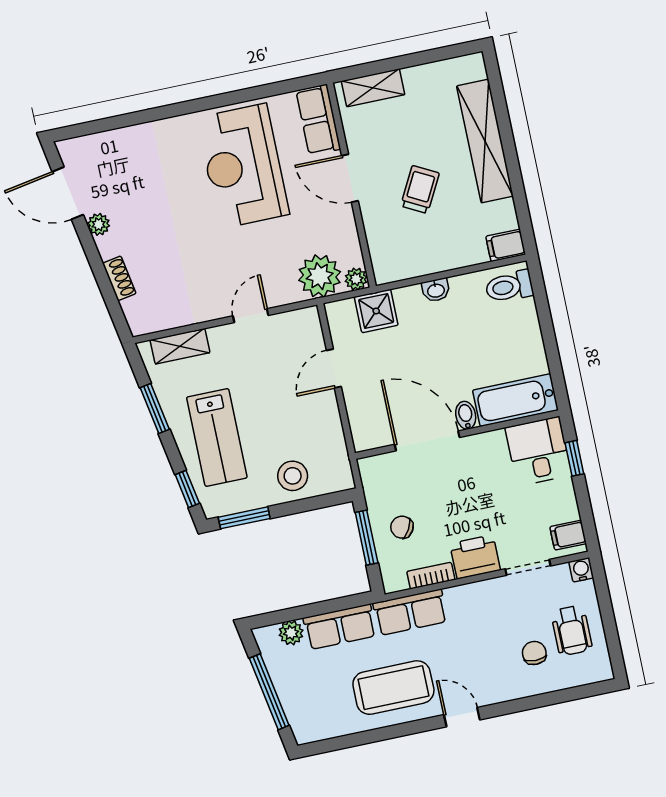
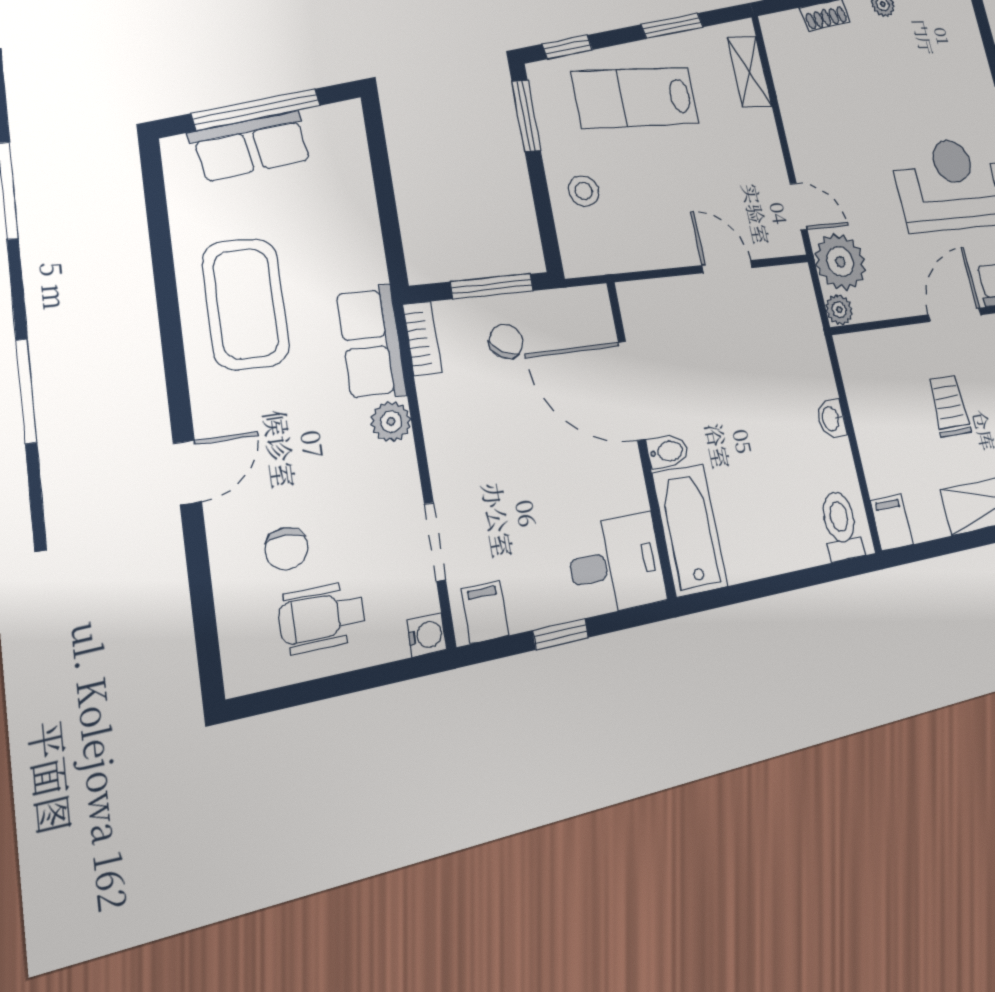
trolley: (420, 190) -> (949, 406), turned -118
shower: (376, 311) -> (802, 333), removed
door: (251, 316) -> (799, 206), moved
door: (427, 441) -> (631, 390), swing flipped
window: (574, 458) -> (561, 634), moved
stool: (293, 476) -> (584, 191), width x0.73, depth x0.73
printer: (475, 557) -> (456, 454), removed
bookcase: (431, 576) -> (422, 338), moved
row of seats: (340, 627) -> (251, 146), moved, turned -100
plant: (291, 633) -> (391, 422), moved
chair: (534, 653) -> (286, 549), turned 90
door: (462, 717) -> (187, 472), moved

